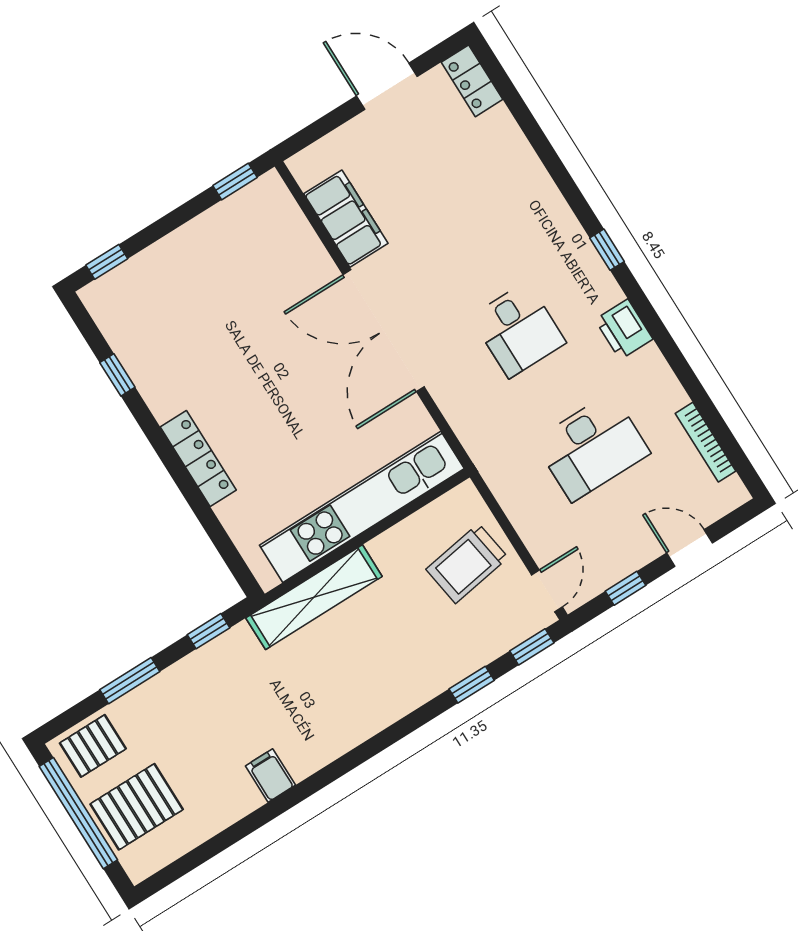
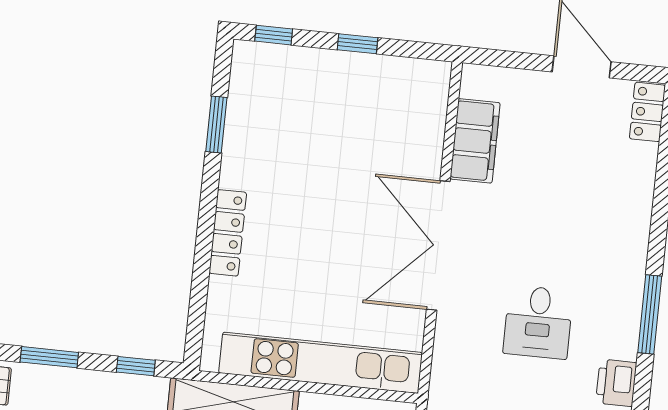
window: (235, 181) -> (358, 44), moved
window: (607, 250) -> (650, 314), width x2.17
window: (117, 375) -> (216, 124), width x1.50

